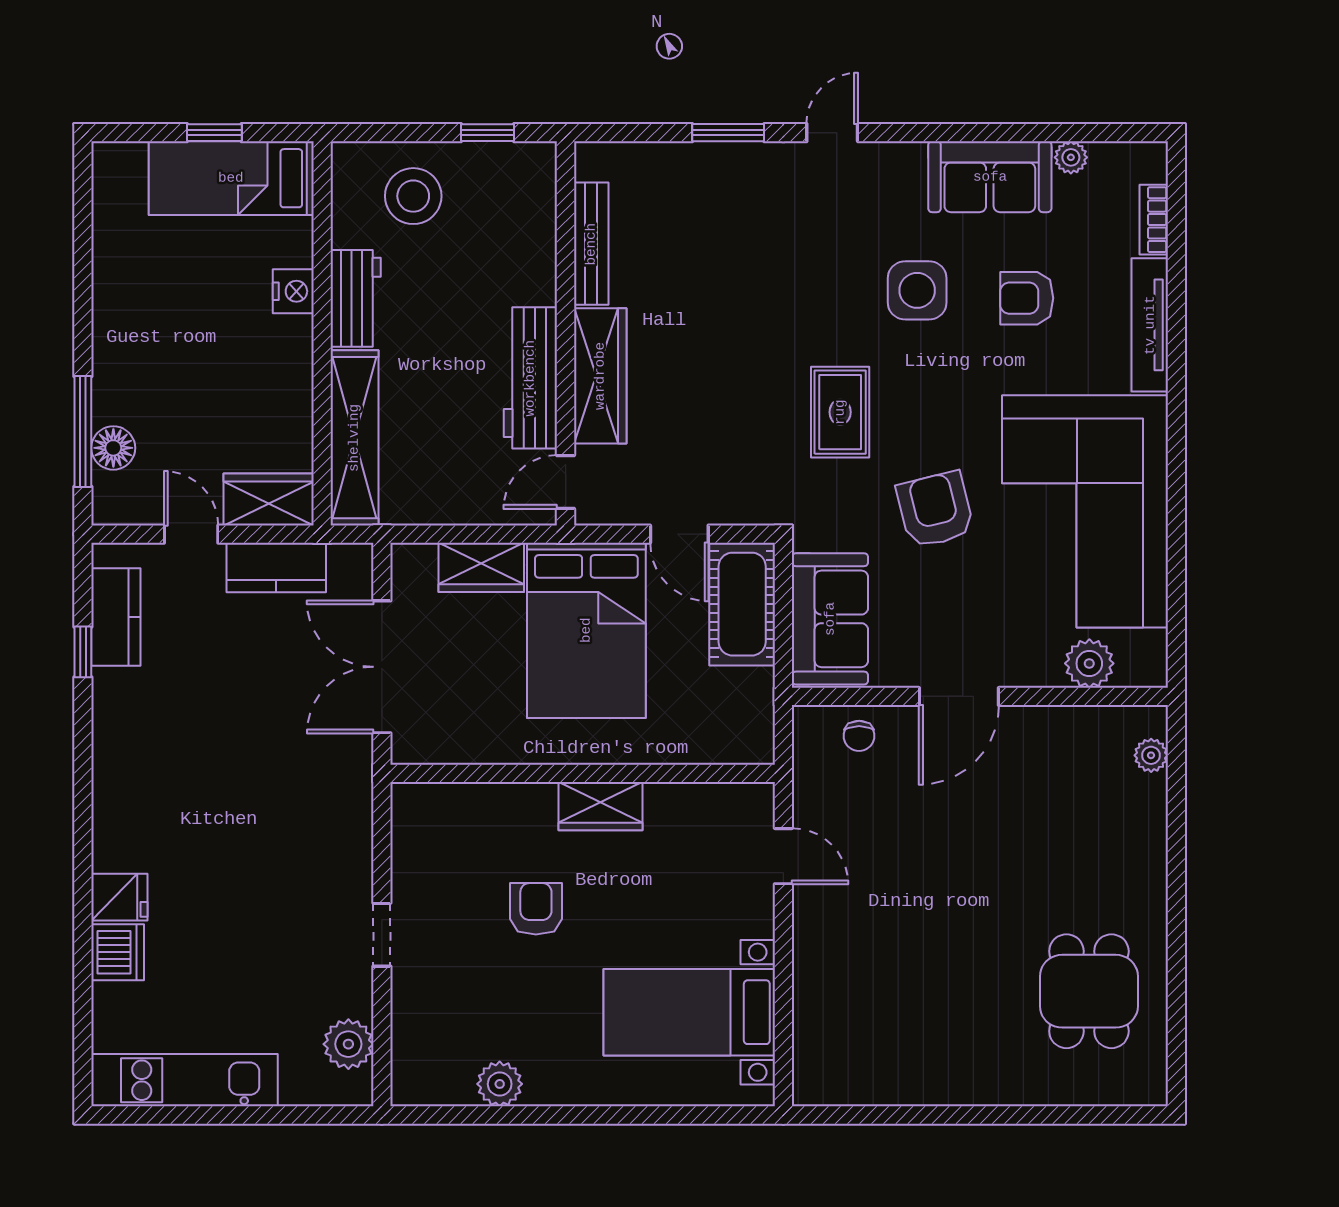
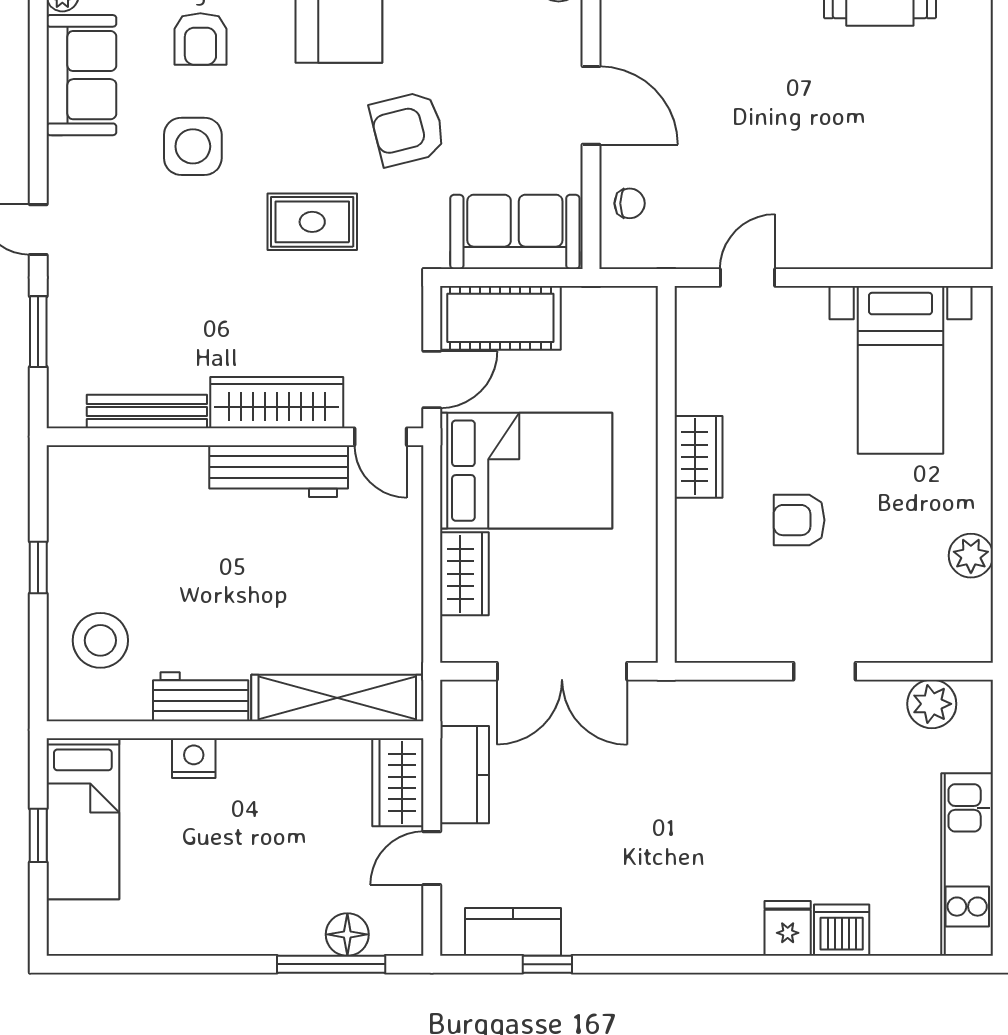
bench: (591, 244) -> (147, 411), moved
wall: (566, 333) -> (235, 437), moved
wardrobe: (600, 376) -> (277, 403), moved
workbench: (530, 378) -> (279, 471), moved
door: (566, 482) -> (381, 437), moved

